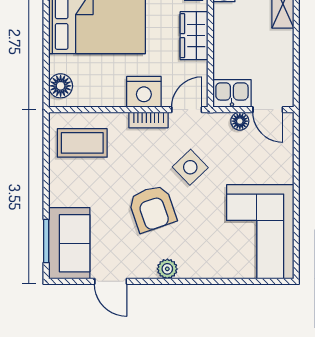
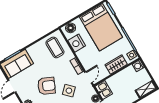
nightstand: (144, 92) -> (77, 43), moved
door: (187, 110) -> (88, 77), hinge flipped
armchair: (152, 208) -> (46, 86), turned -137

